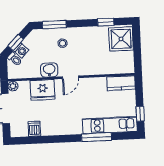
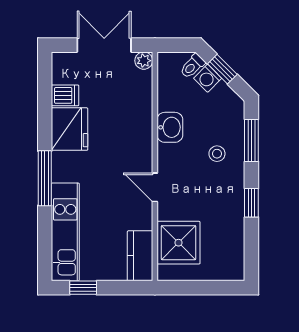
window: (106, 22) -> (251, 203), moved
shower: (121, 39) -> (178, 243), moved
door: (70, 77) -> (155, 187), moved
fridge: (43, 90) -> (70, 129), moved, turned 180
window: (97, 137) -> (45, 178), moved

